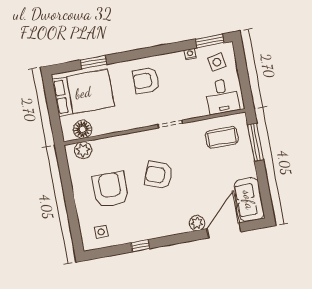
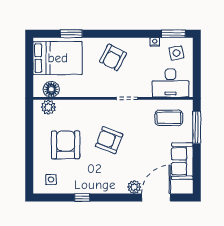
armchair: (146, 80) -> (113, 57), turned -62
desk: (222, 96) -> (171, 83), width x1.37
sofa: (249, 200) -> (182, 161), moved

